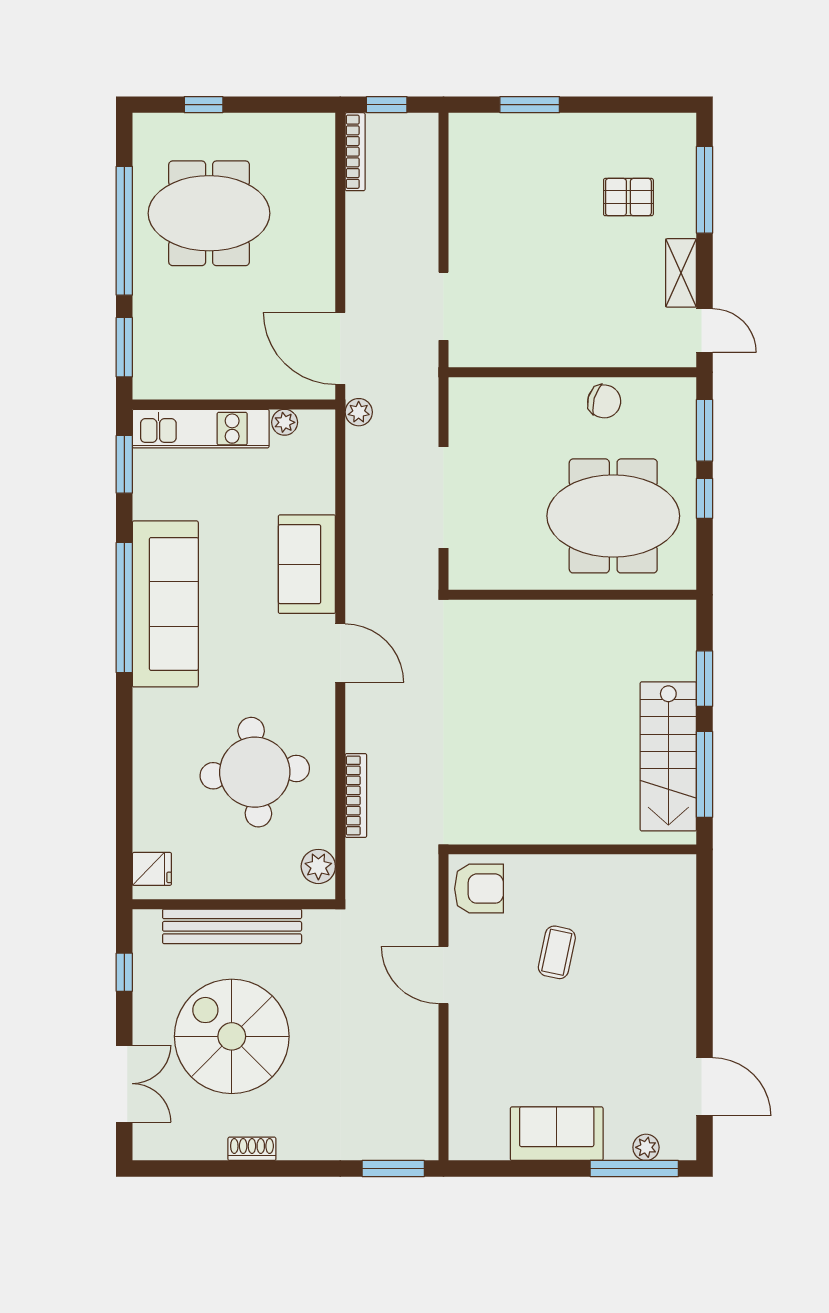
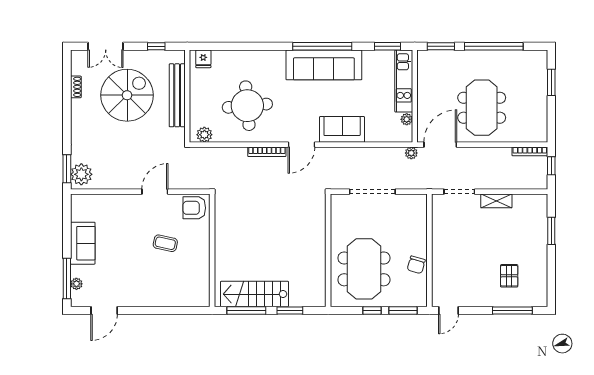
window: (204, 105) -> (551, 82), width x1.50
meeting table: (209, 213) -> (482, 108), moved
shelving: (681, 273) -> (496, 201), moved
bookcase: (356, 796) -> (267, 152), moved
armchair: (479, 889) -> (194, 208), turned 90
plant: (405, 1137) -> (81, 174), added
shoe rack: (252, 1149) -> (76, 87), moved

